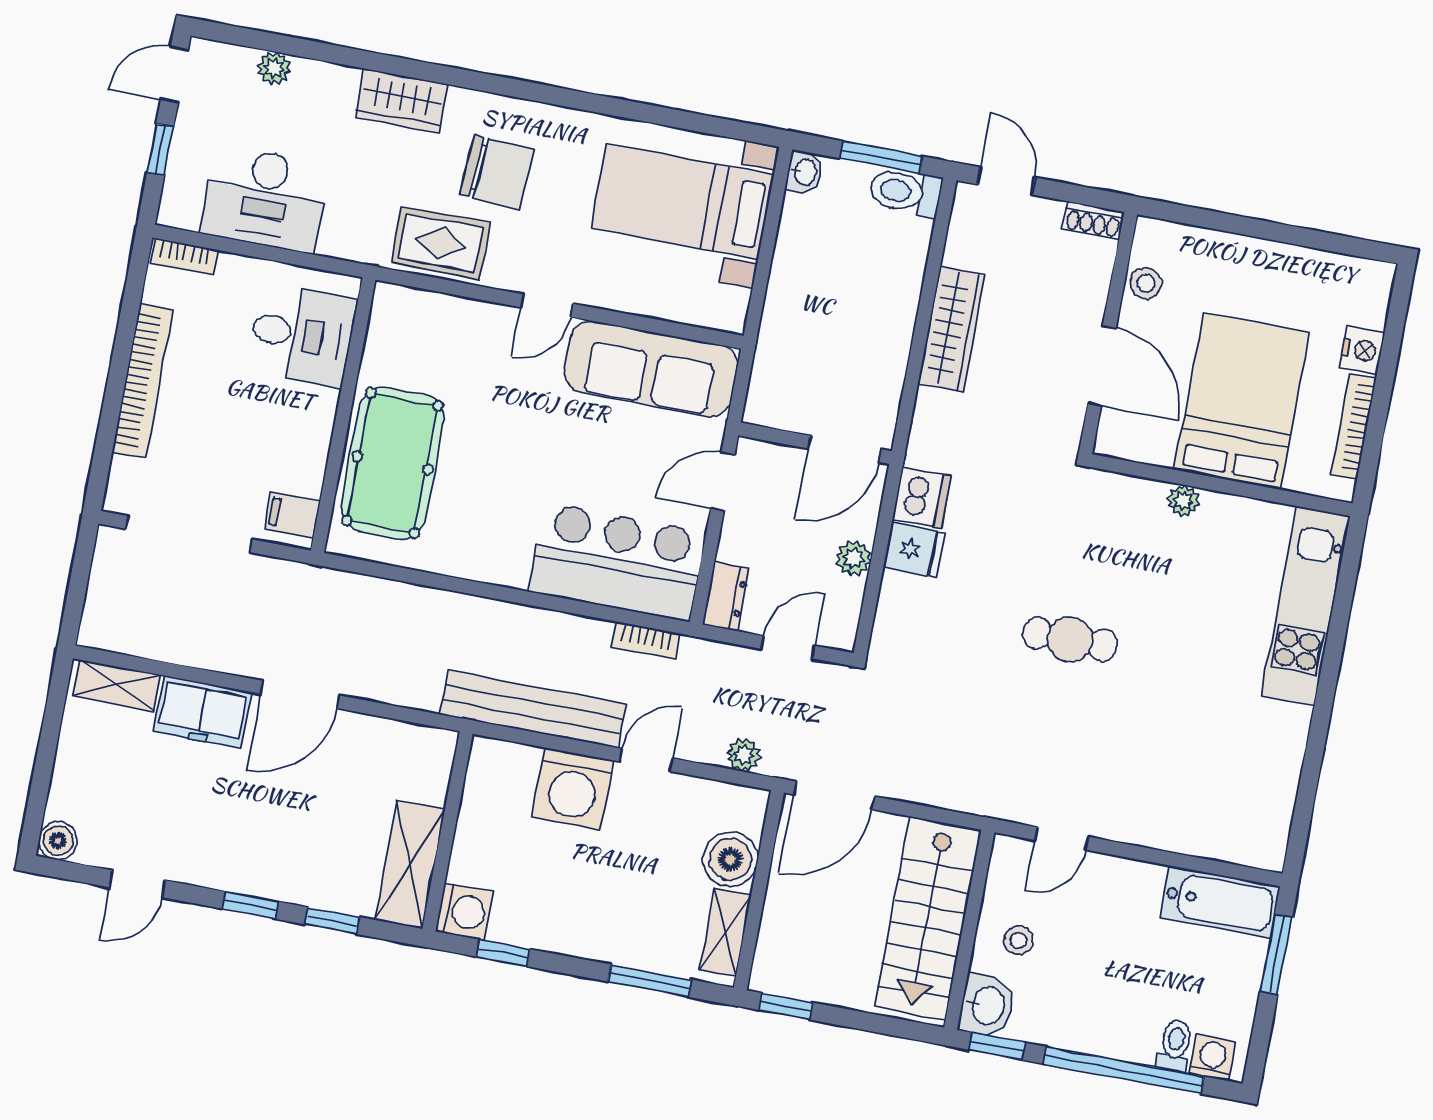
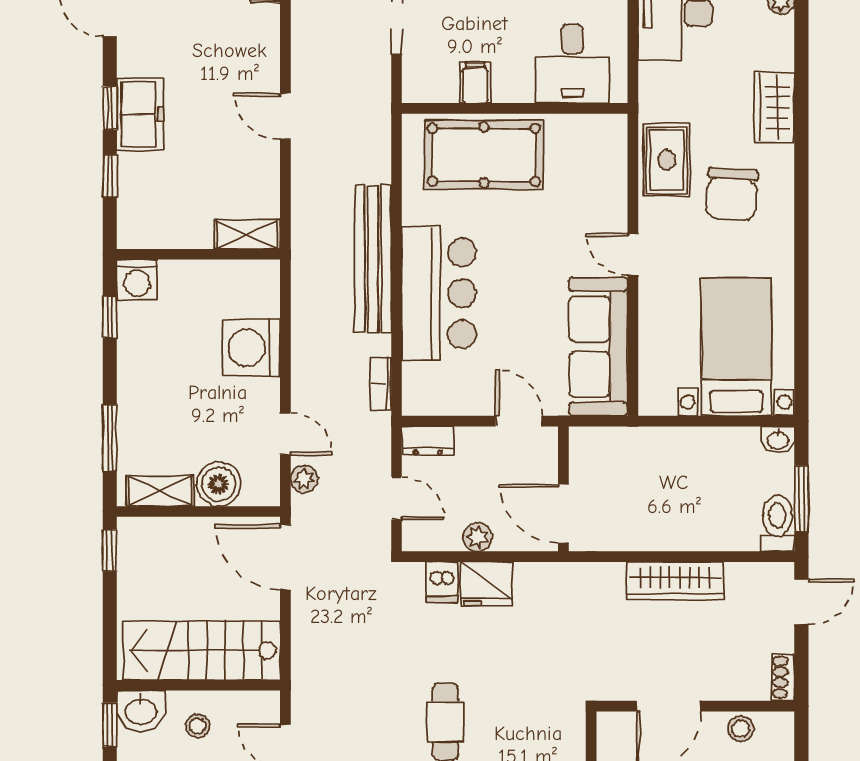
dishwasher: (922, 497) -> (442, 582), moved, width x0.73
filing cabinet: (292, 515) -> (475, 83), moved
fridge: (914, 550) -> (486, 584), width x1.38
bar counter: (617, 562) -> (439, 293), moved
door: (300, 695) -> (285, 116), width x0.73
bench: (533, 709) -> (373, 259), moved
freezer: (203, 712) -> (140, 114), moved, turned 180
door: (646, 760) -> (285, 434), moved
shelving: (410, 865) -> (247, 234), moved, width x0.67, depth x0.75

